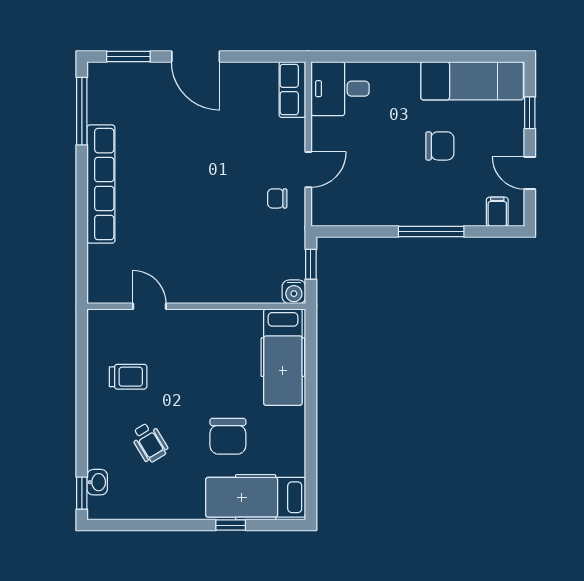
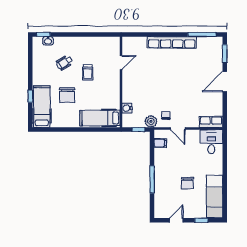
filing cabinet: (497, 212) -> (160, 143), moved
plant: (291, 234) -> (151, 121), added
water cooler: (294, 292) -> (127, 108), moved
trolley: (128, 377) -> (88, 72), moved
chair: (228, 436) -> (67, 95), turned -90

